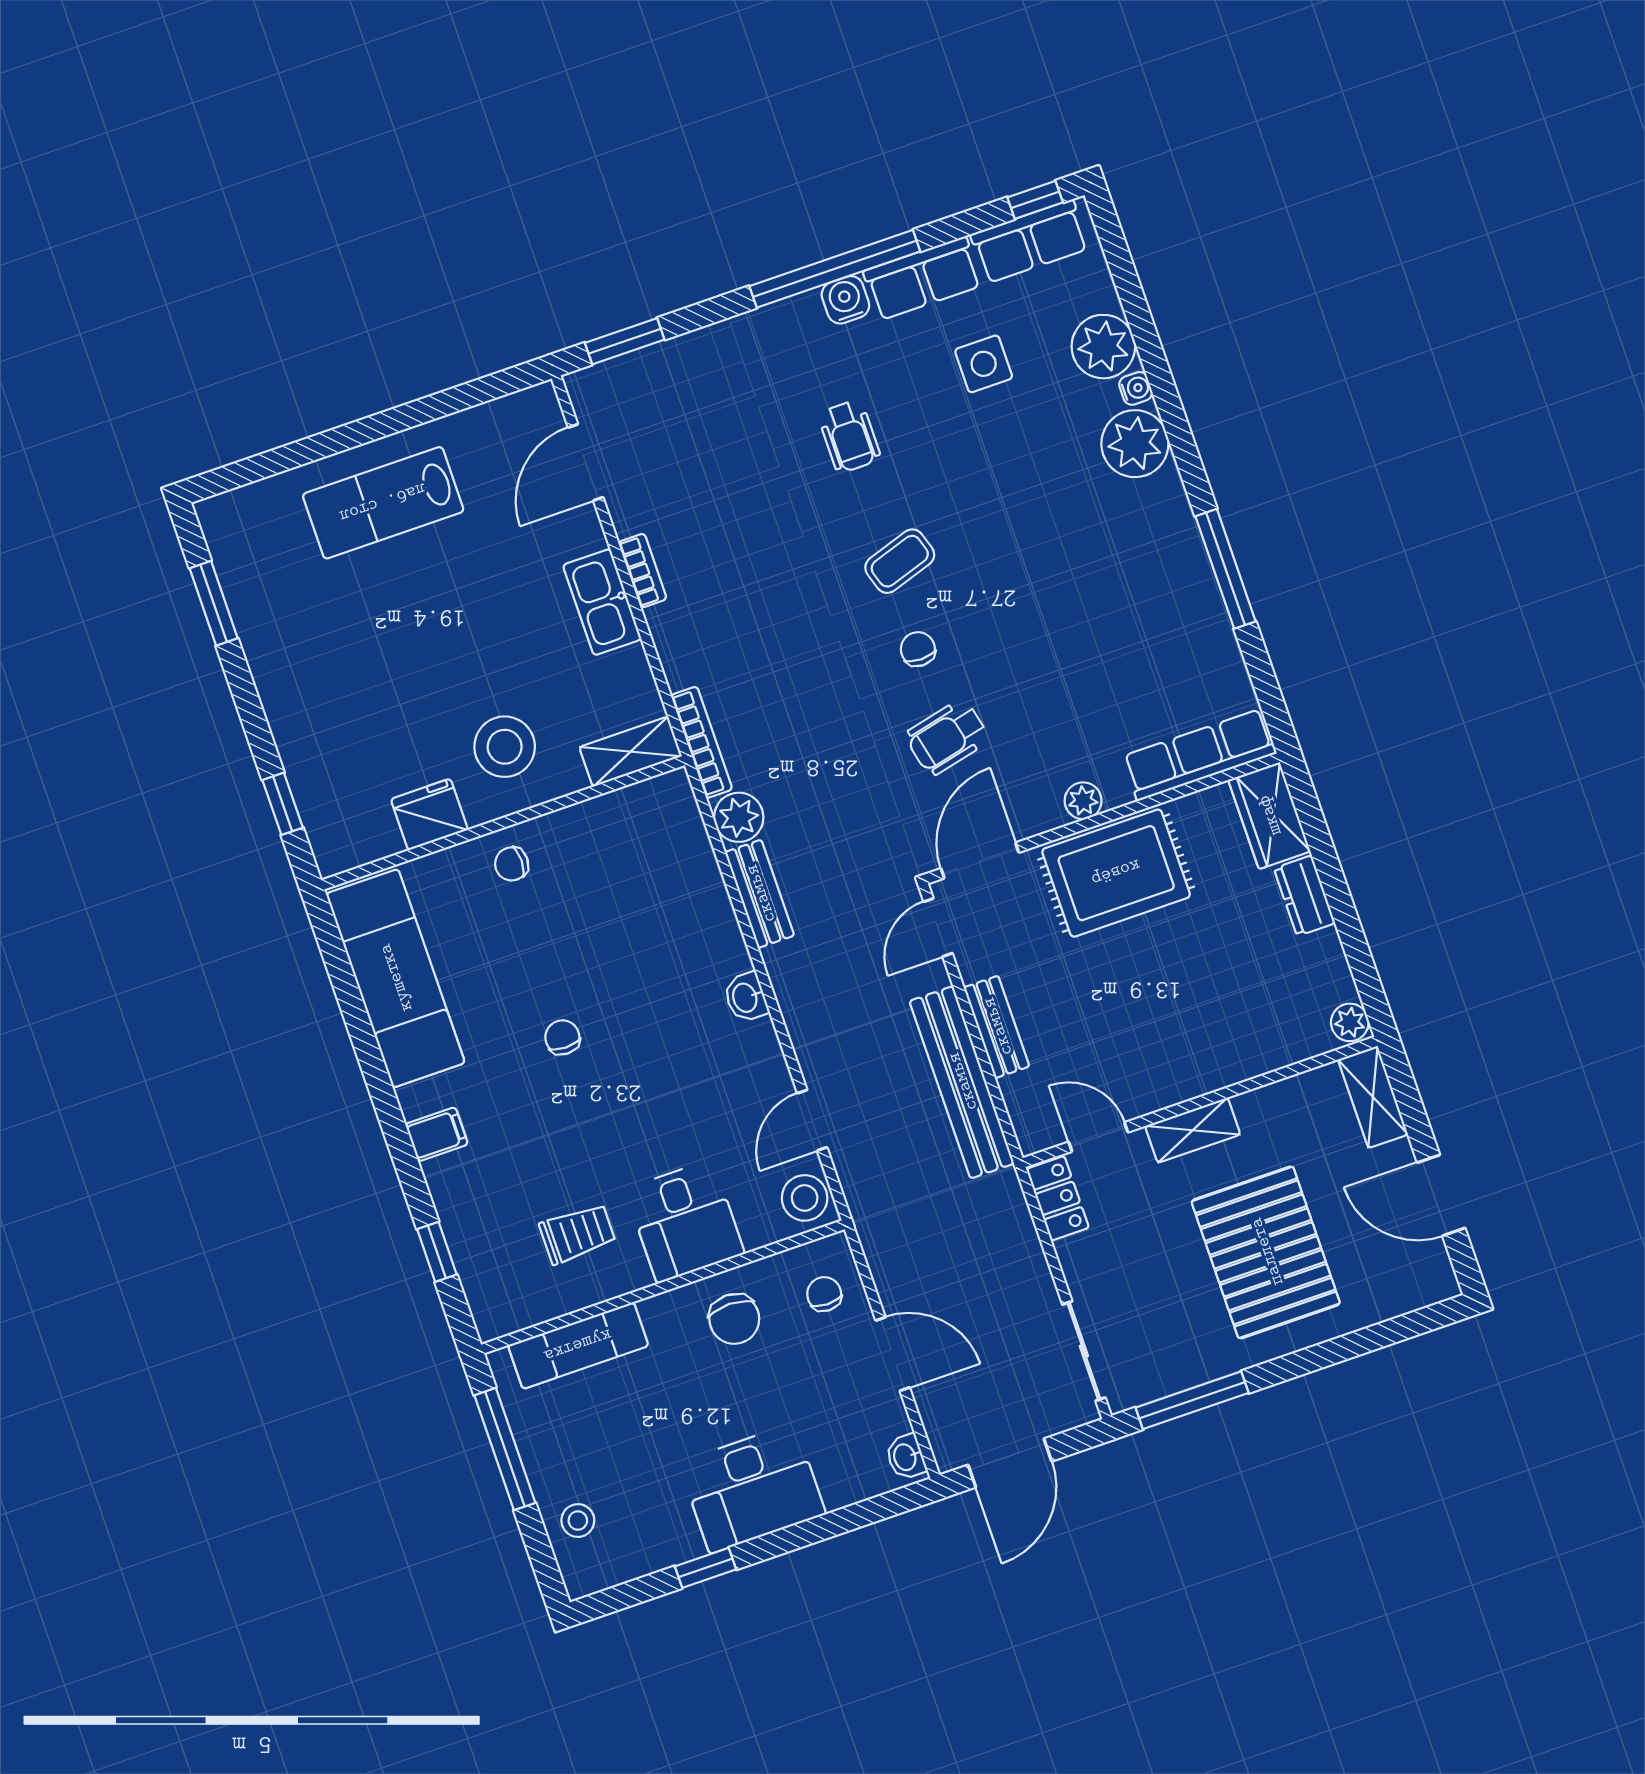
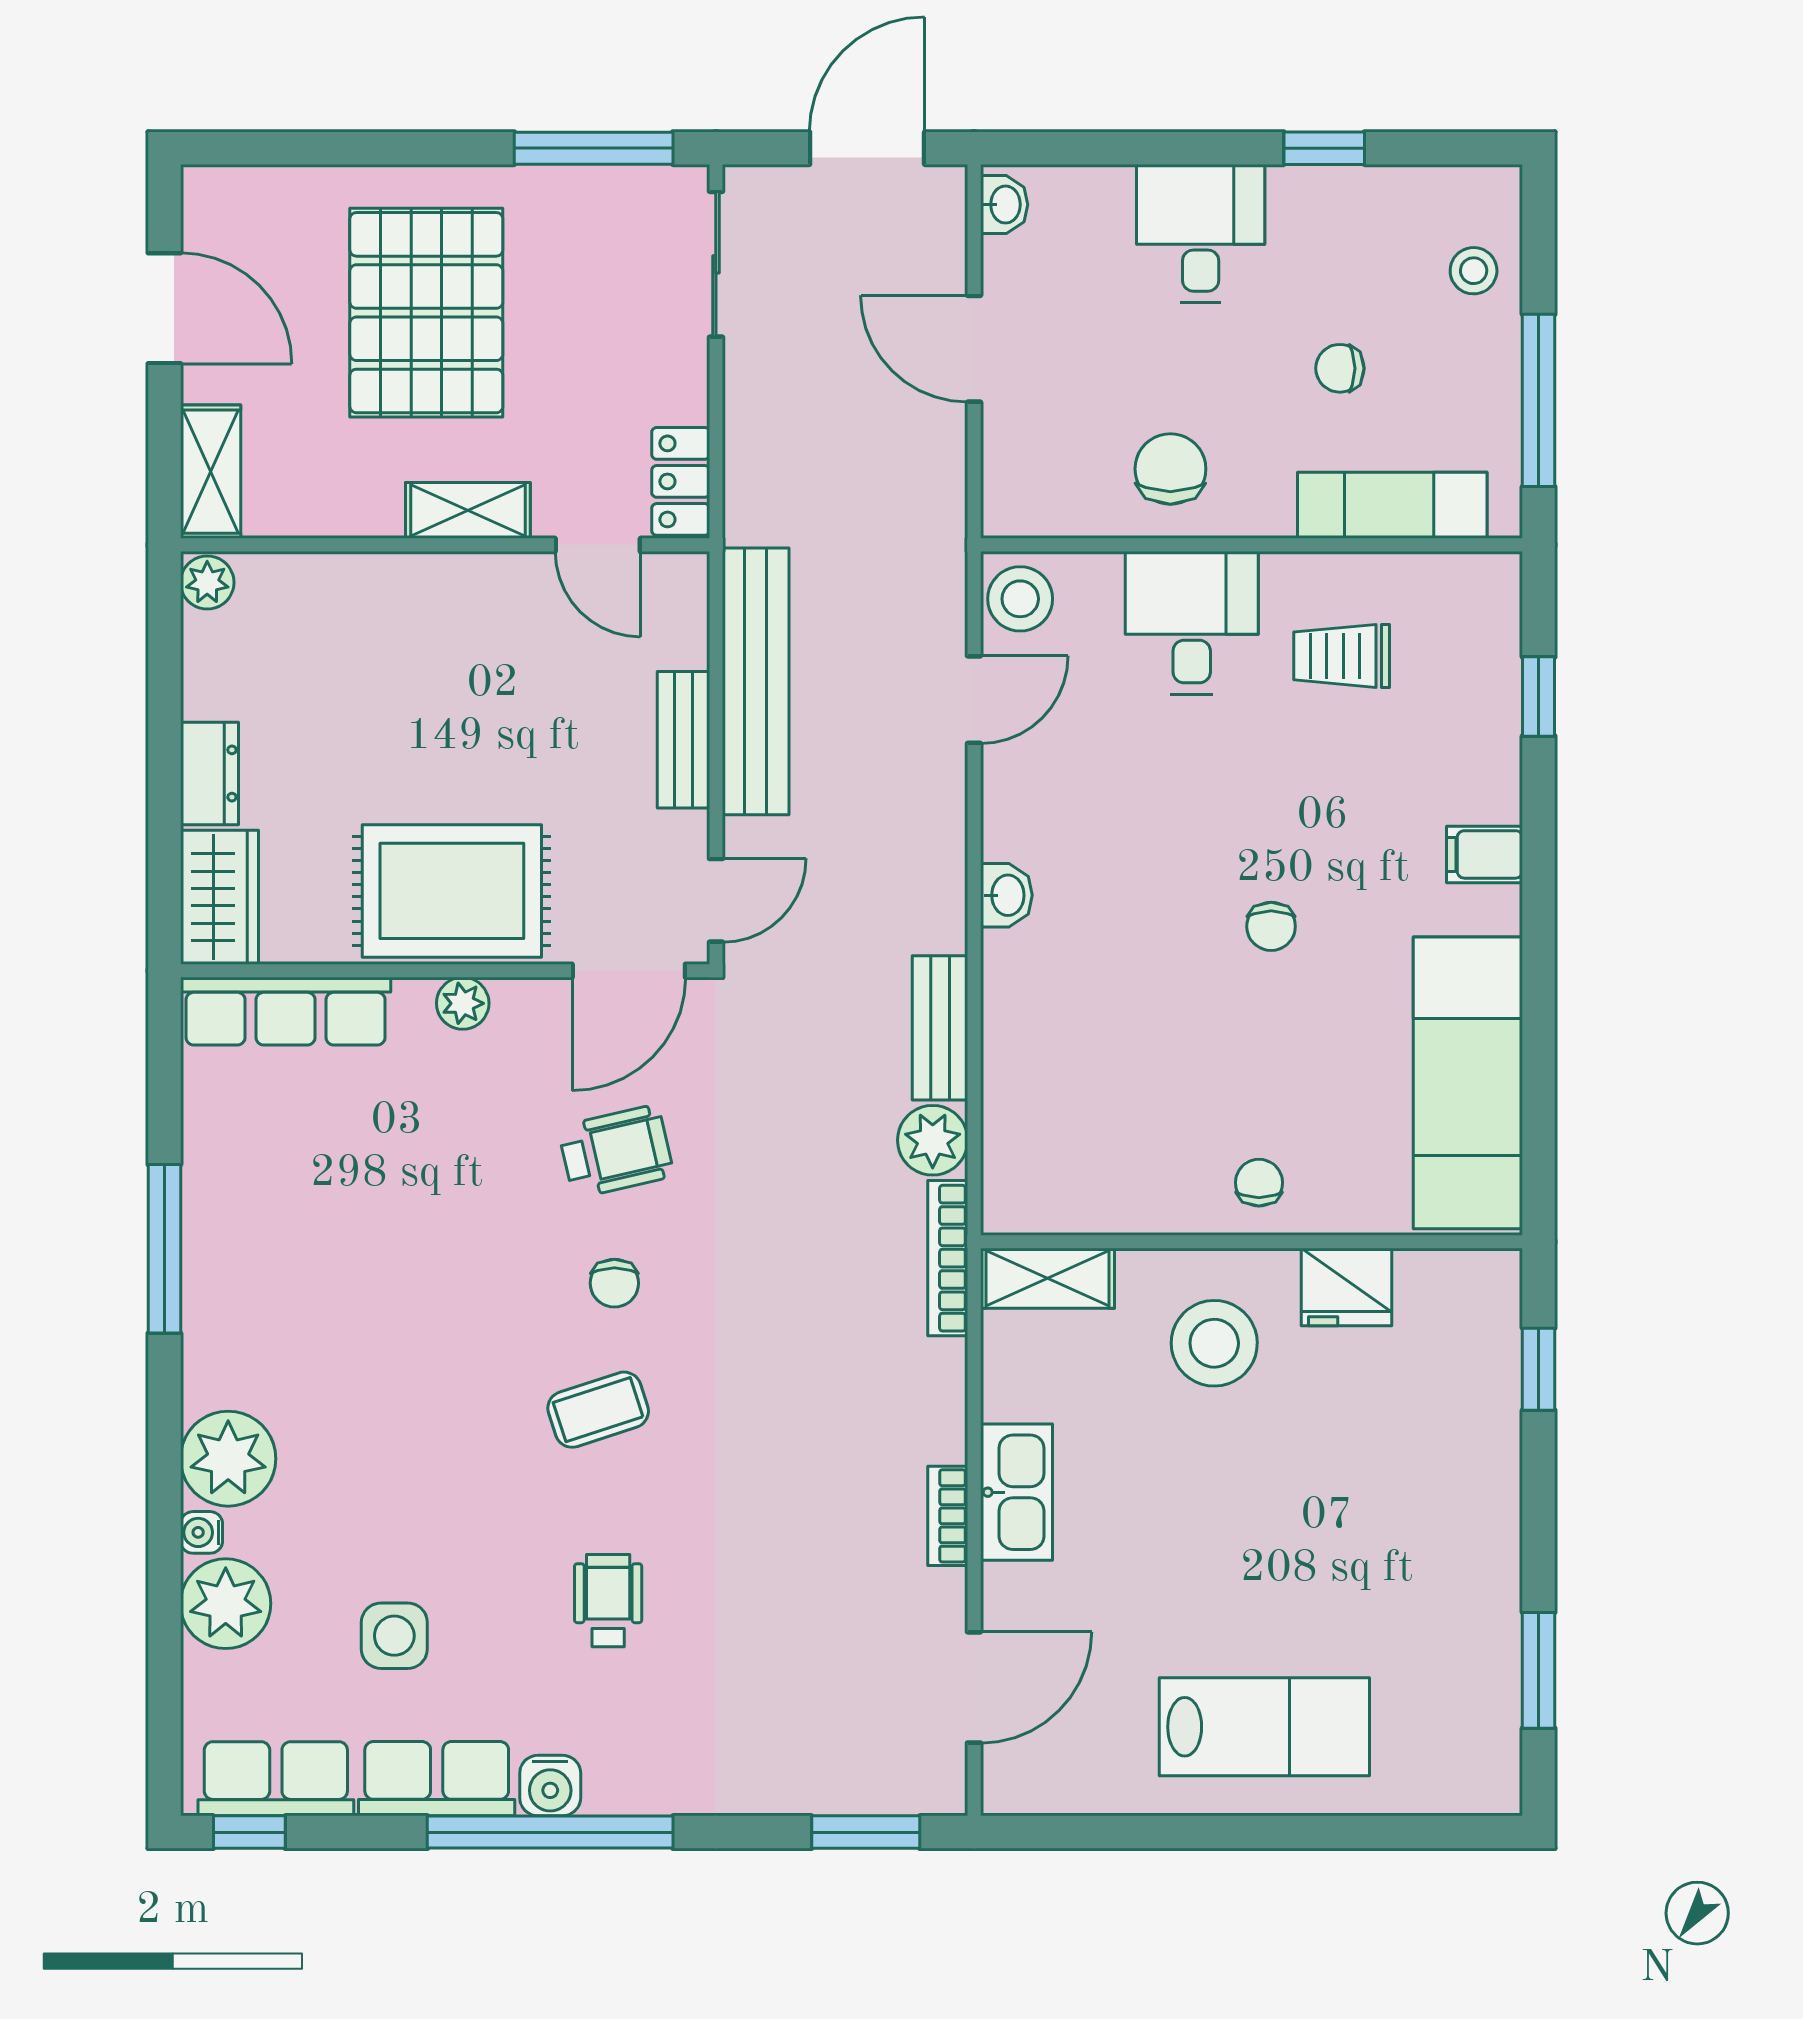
chair: (512, 864) -> (1259, 1183), turned -90
chair: (824, 1294) -> (1340, 368), moved, turned 90
desk: (752, 1488) -> (1201, 233), width x0.73

